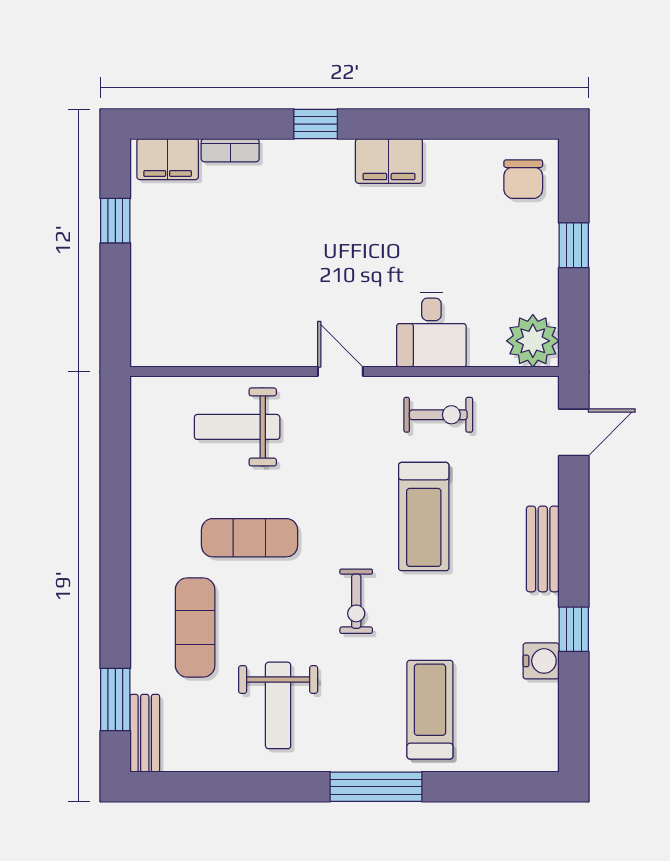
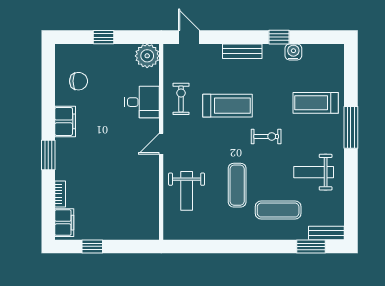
window: (316, 124) -> (48, 155), width x1.50
chair: (523, 179) -> (79, 81), moved
weight bench: (278, 705) -> (314, 172), turned 180

